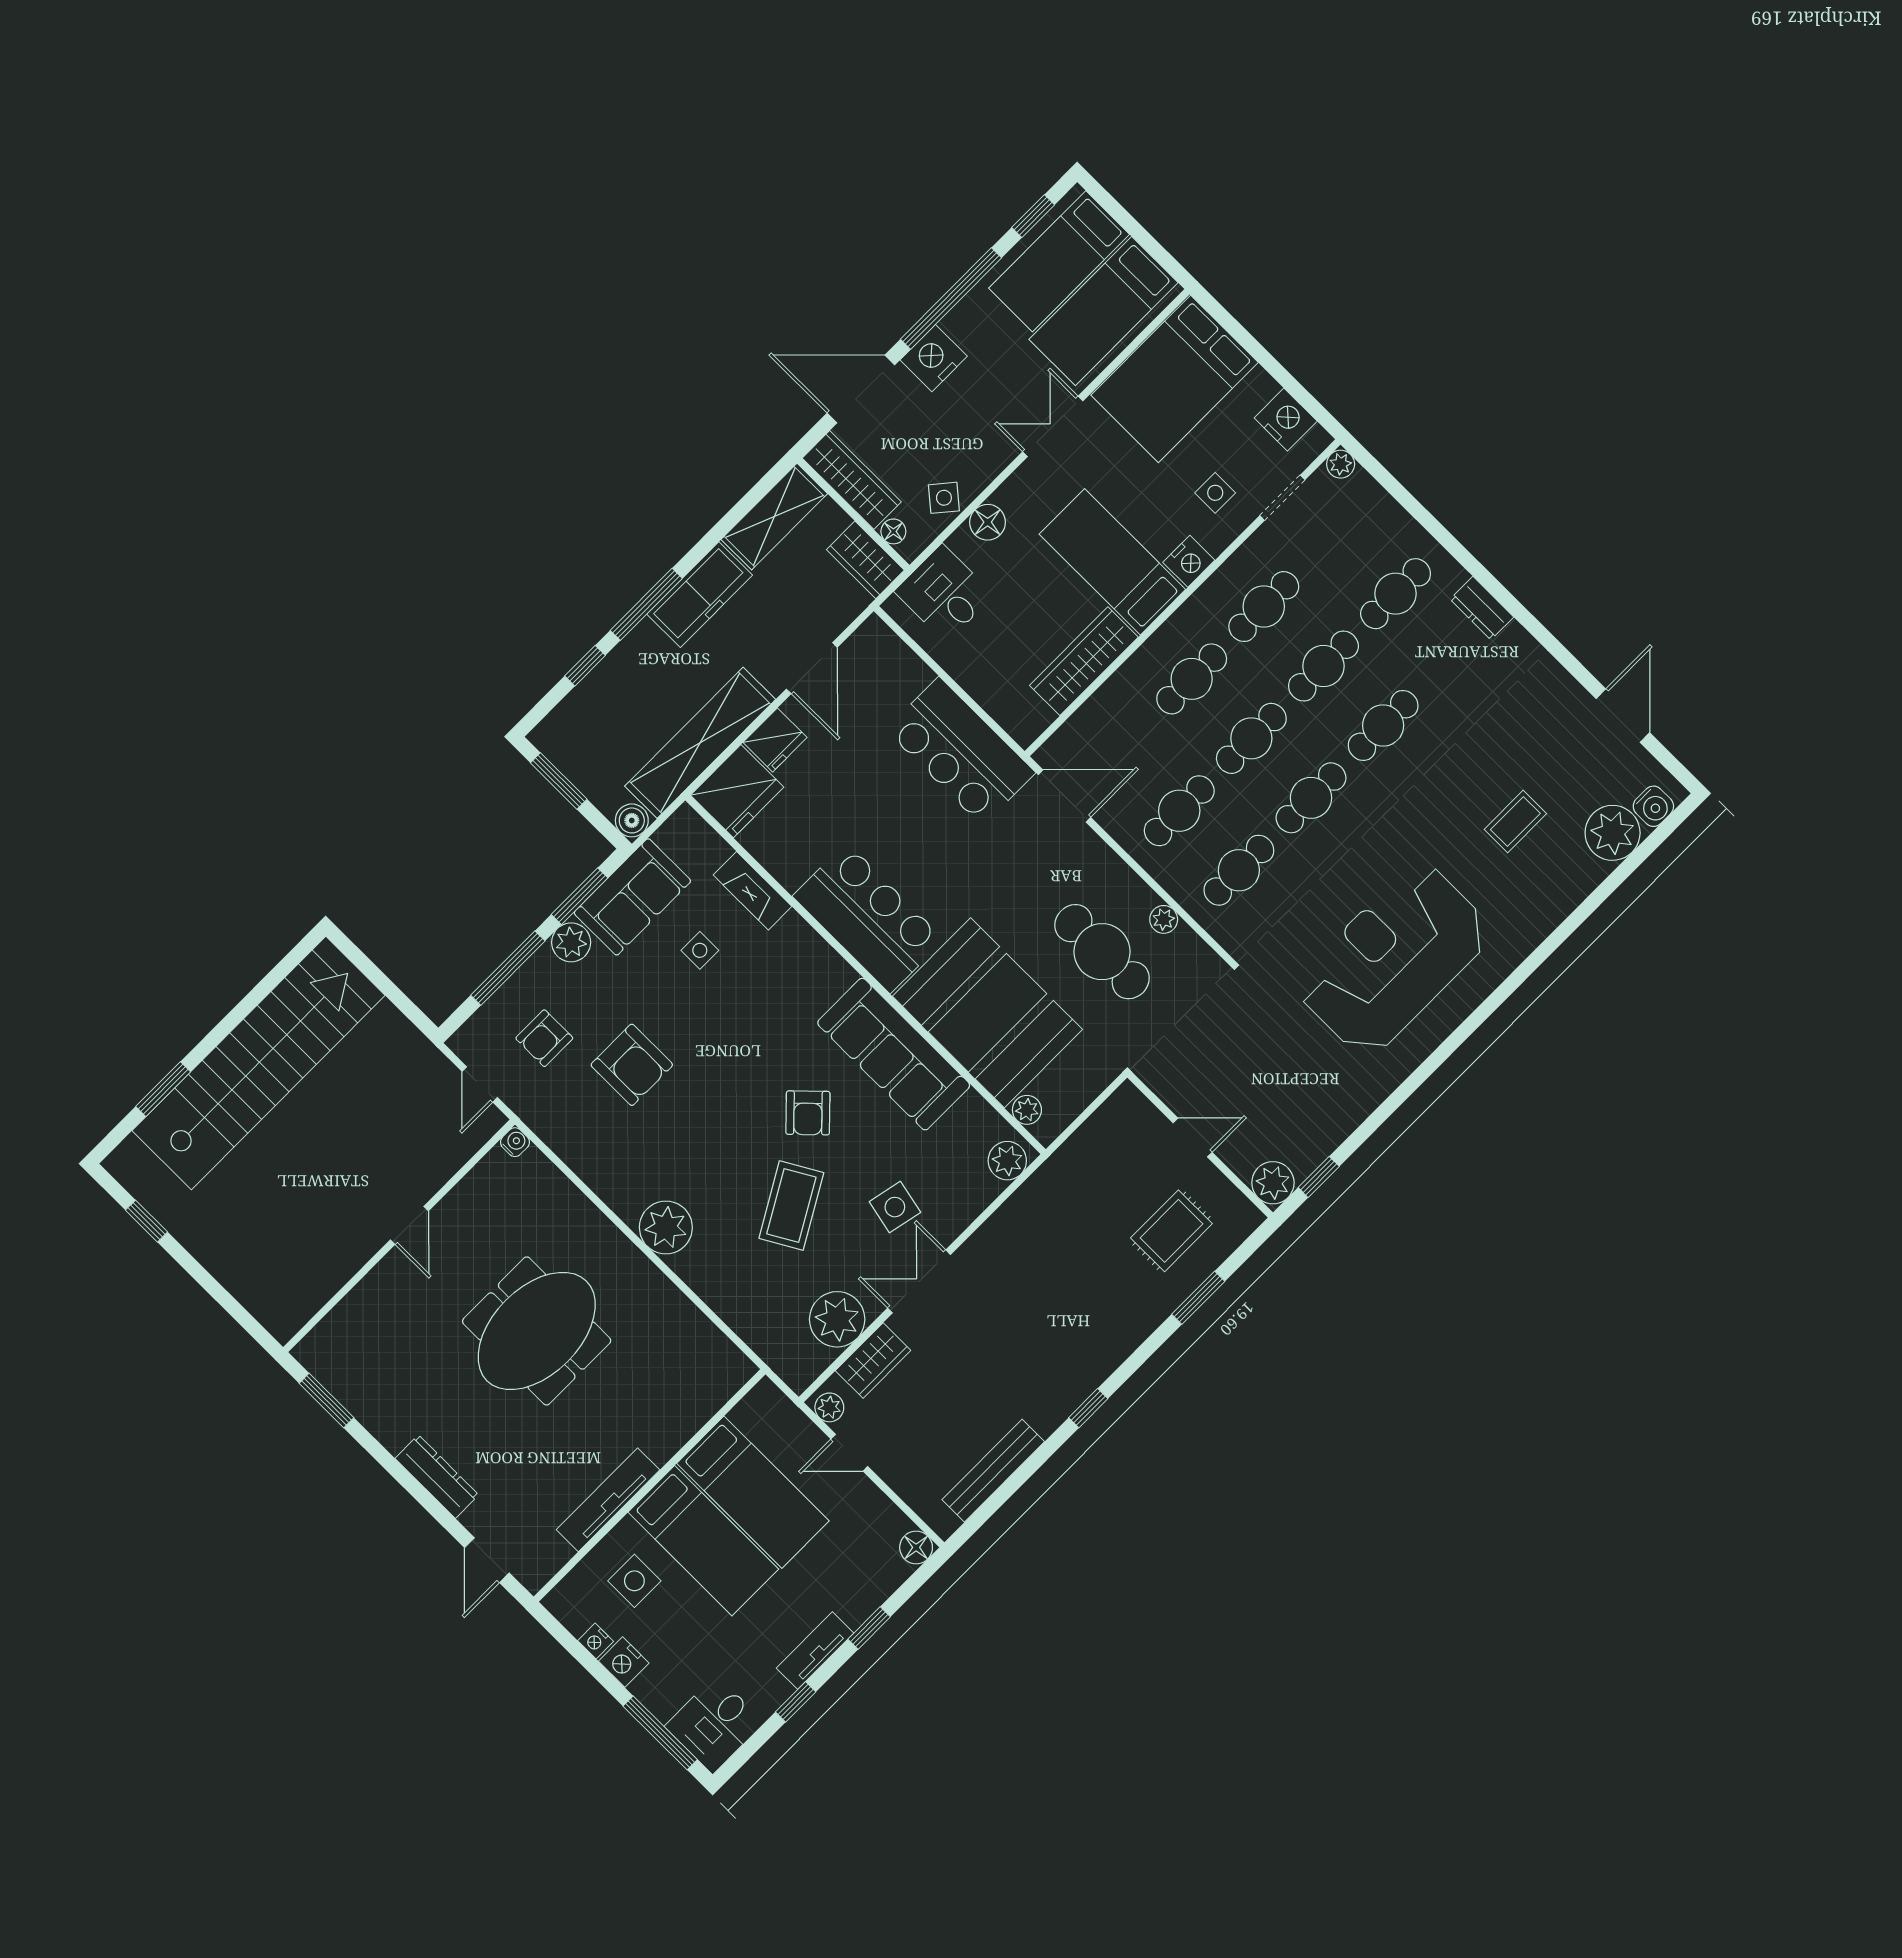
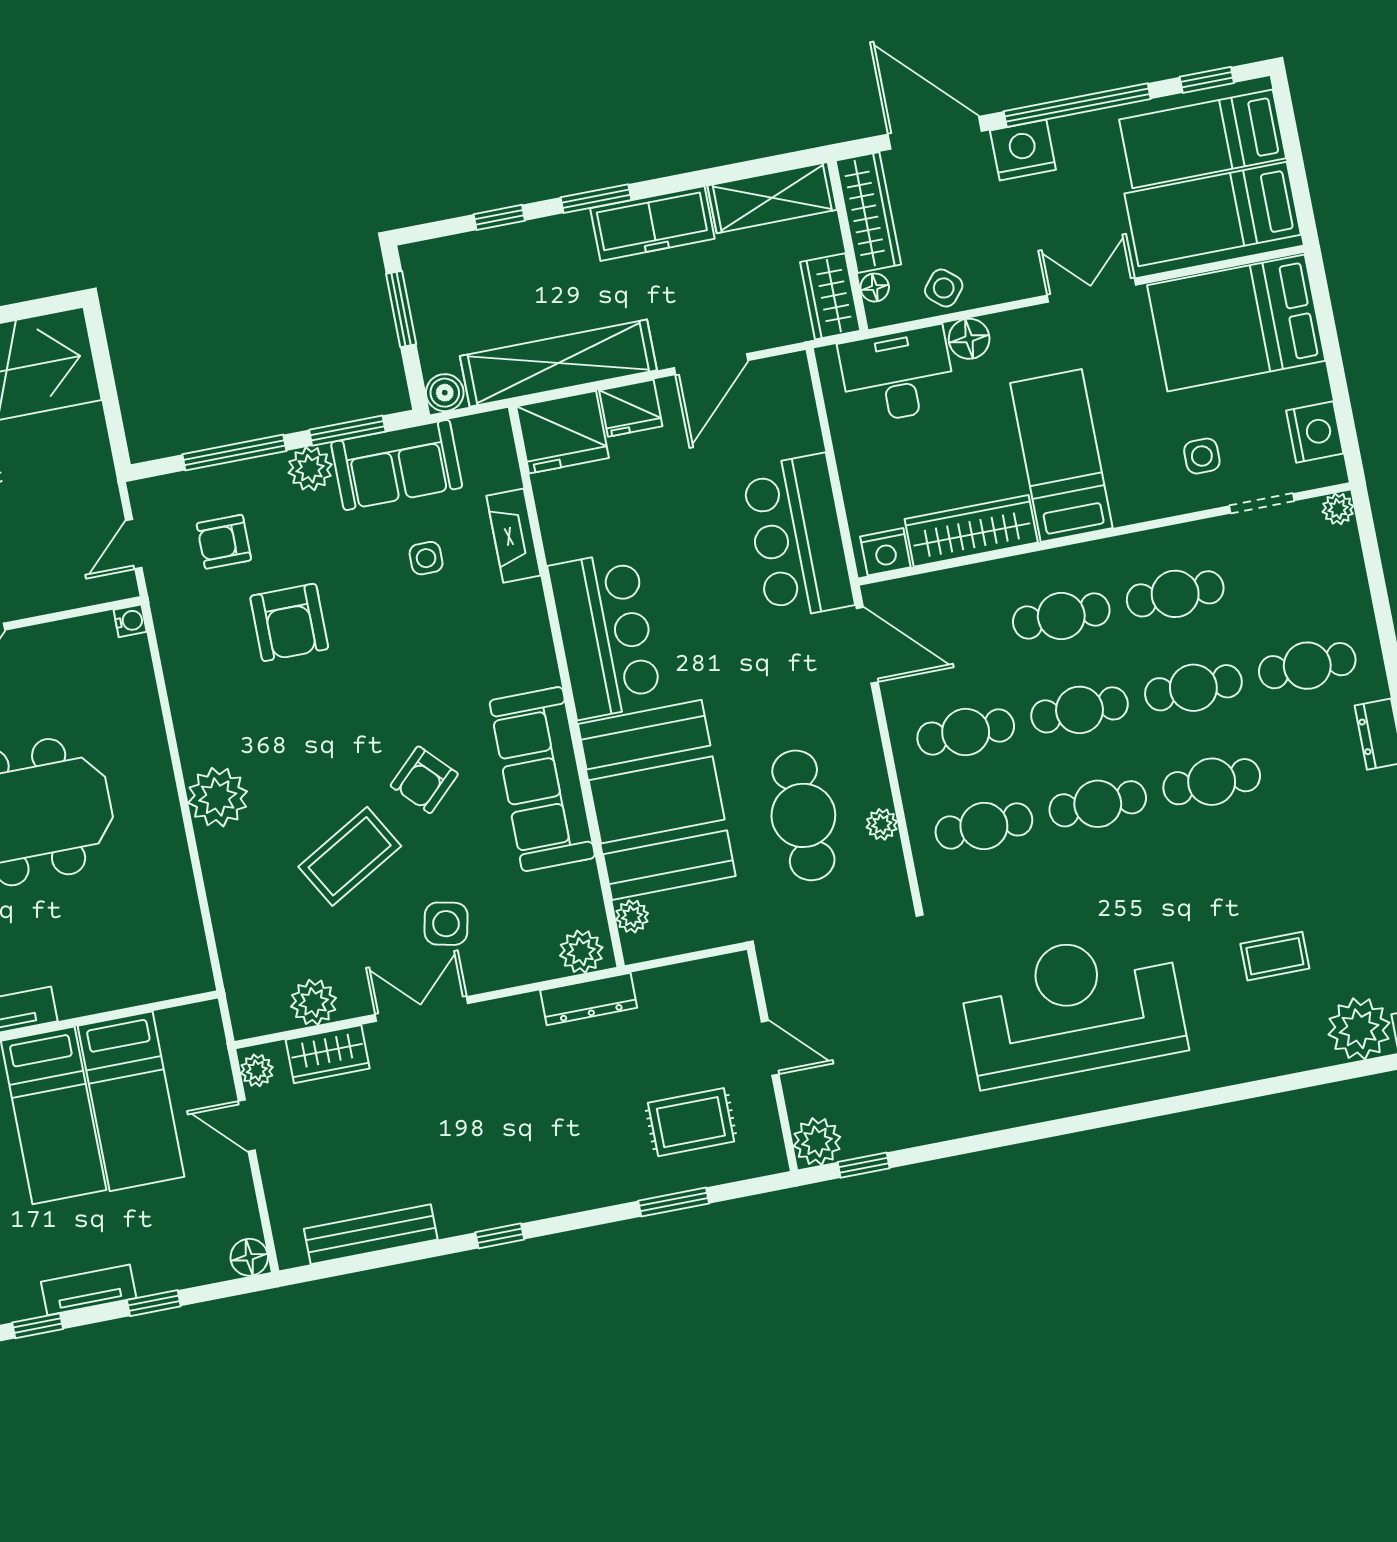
nightstand: (1189, 561) -> (885, 552), moved
desk: (944, 593) -> (897, 375), width x1.37
window: (646, 604) -> (596, 199), width x0.69
dresser: (1036, 1192) -> (589, 999), added
plant: (837, 1319) -> (314, 1002), width x0.73, depth x0.73

